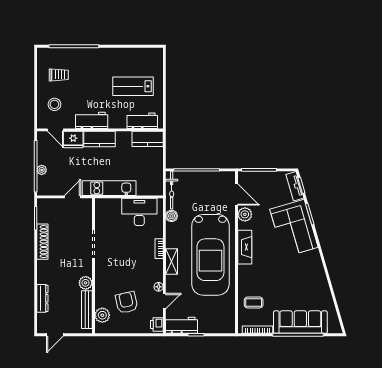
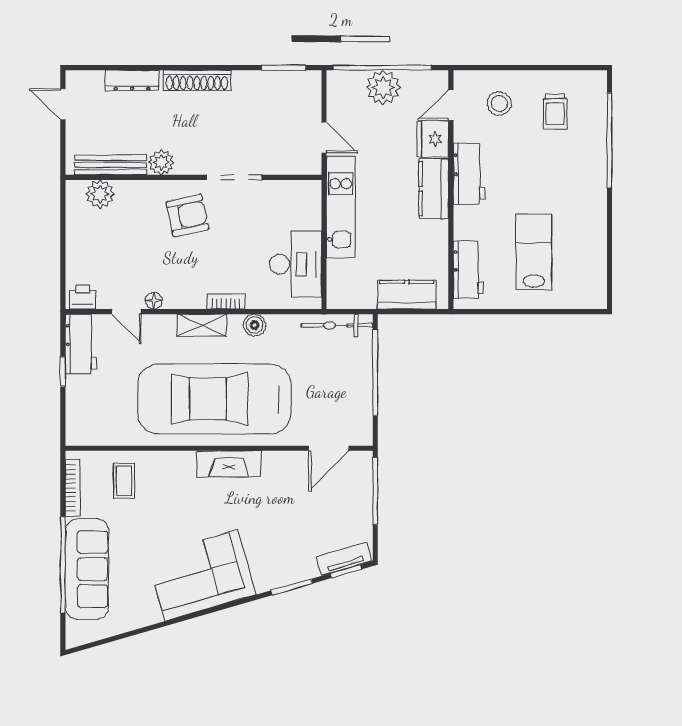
kitchen counter: (148, 139) -> (407, 295), moved, turned 90
plant: (42, 170) -> (383, 87), width x1.88, depth x1.88
plant: (245, 214) -> (291, 464), removed
boiler: (171, 216) -> (255, 325), moved
corner sofa: (294, 228) -> (201, 575), moved
shoe rack: (42, 242) -> (197, 80), moved
armchair: (127, 302) -> (188, 216), moved

